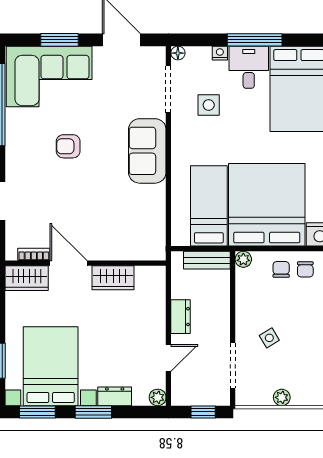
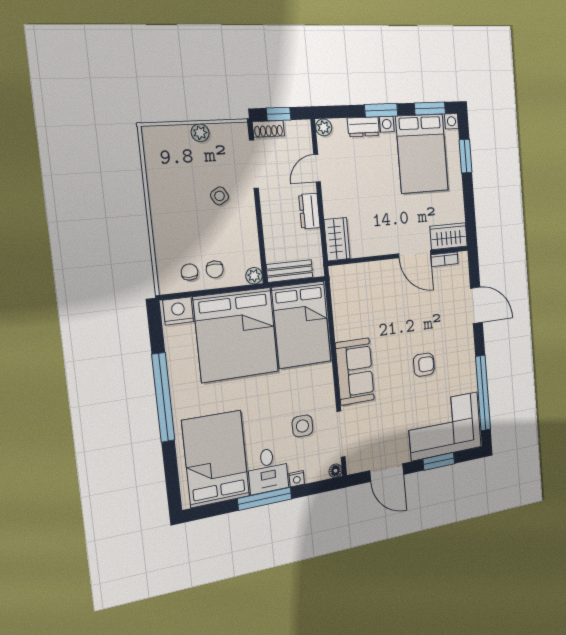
bed: (209, 206) -> (301, 325), width x1.50
wardrobe: (113, 278) -> (337, 239), moved, turned 90
shoe rack: (215, 398) -> (268, 129), added

